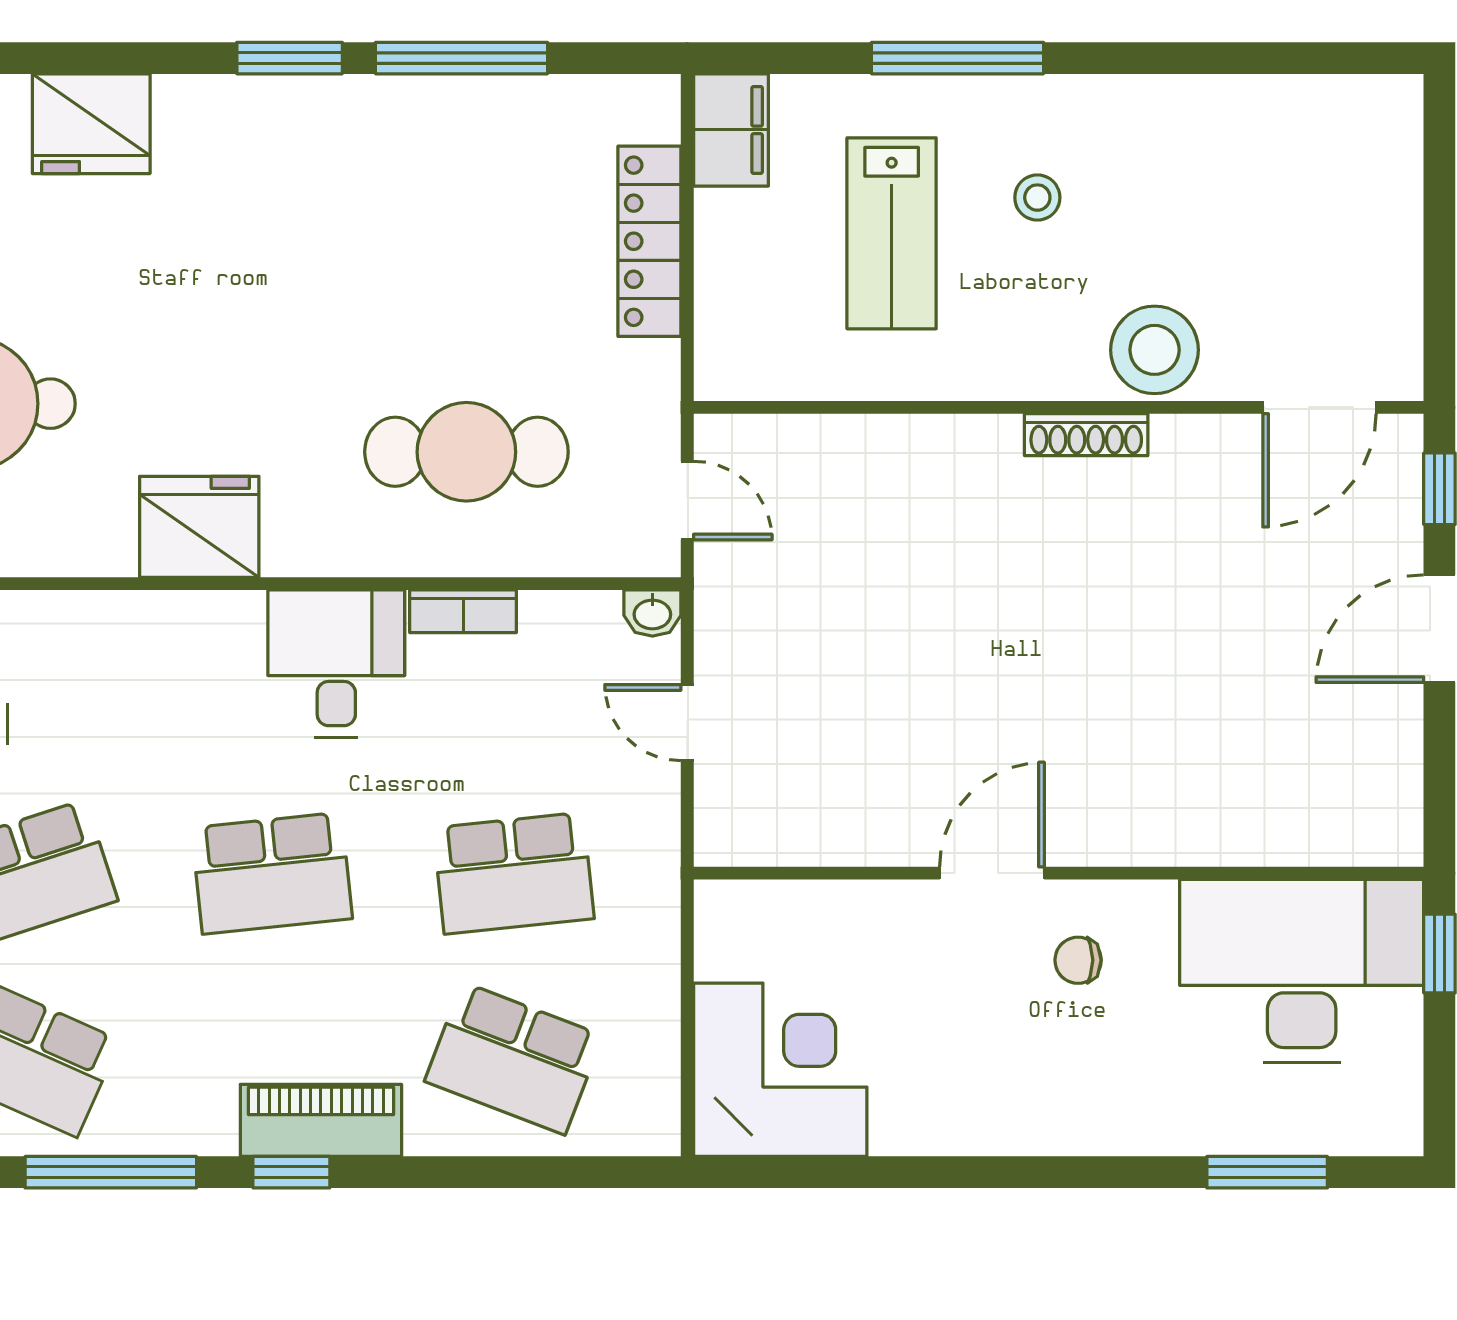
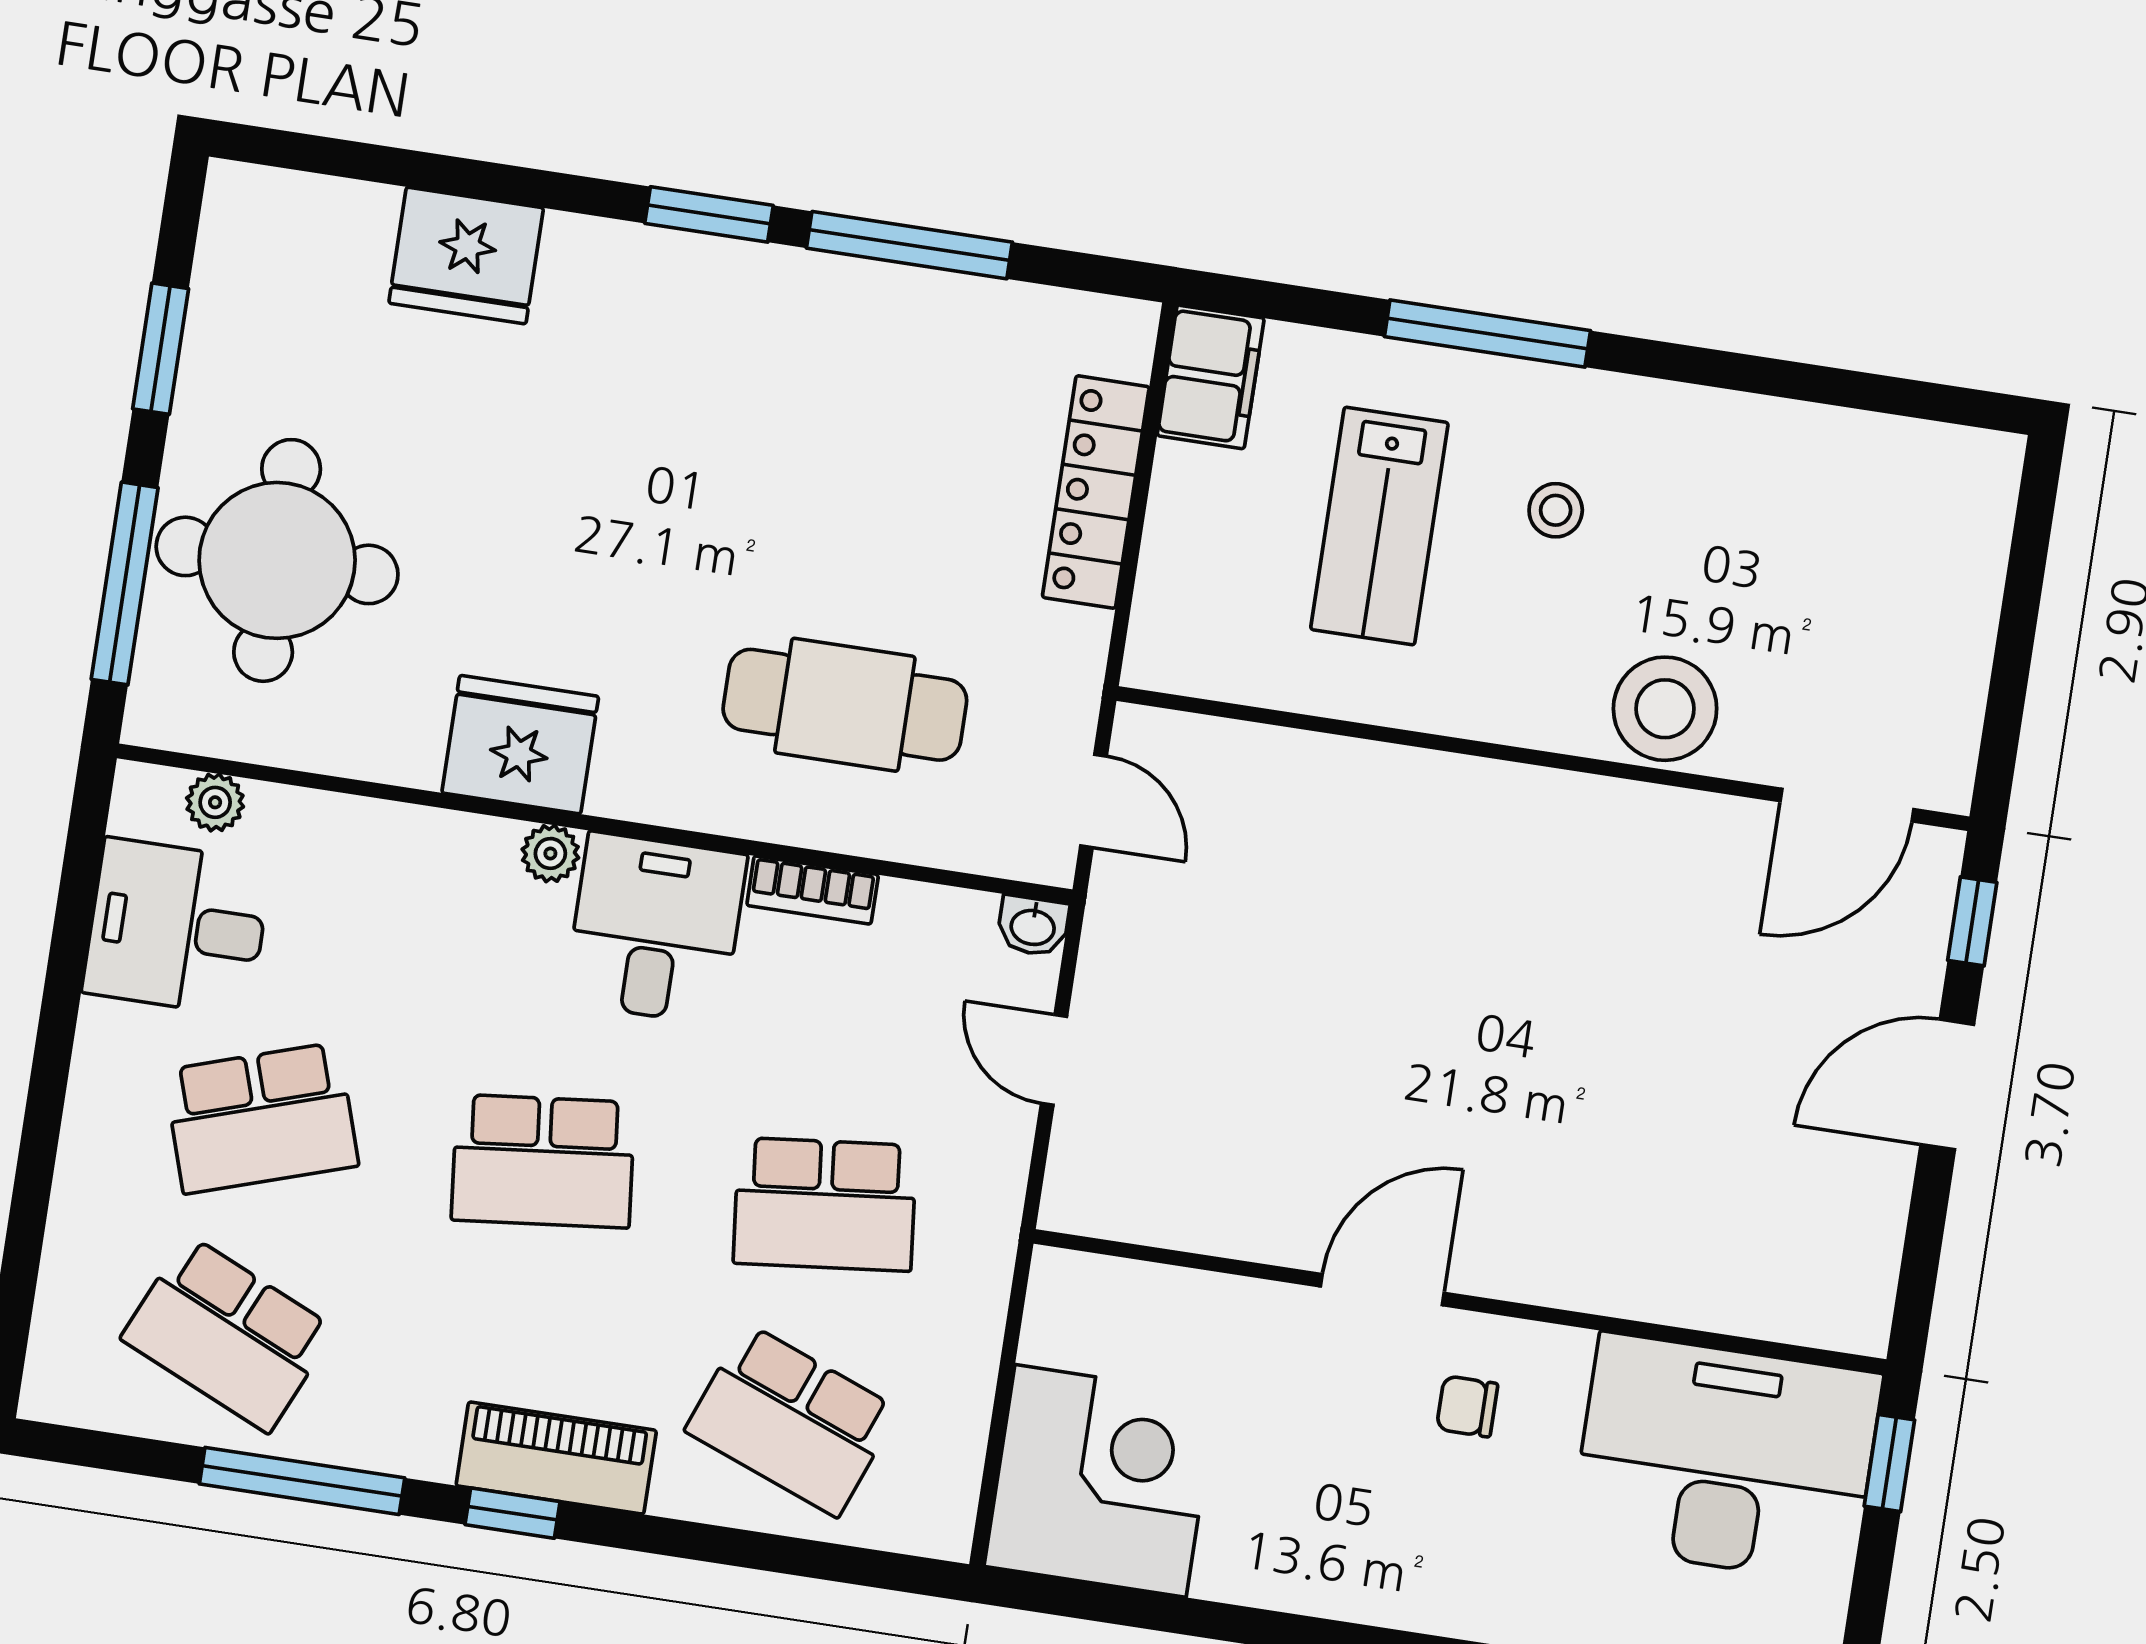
shoe rack: (1086, 435) -> (1570, 795), removed
plant: (239, 614) -> (550, 853), added

